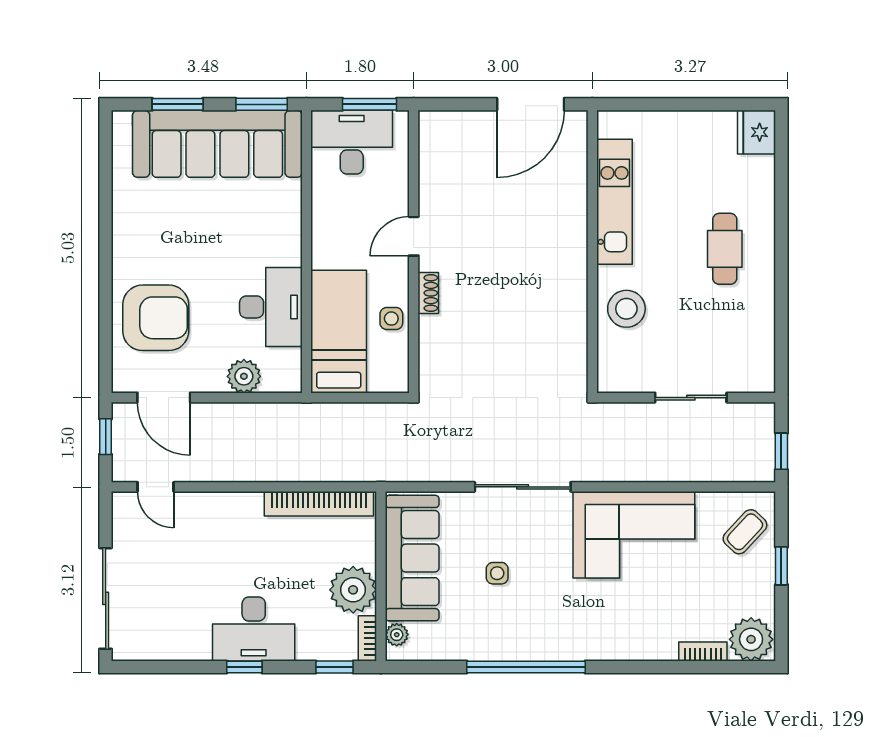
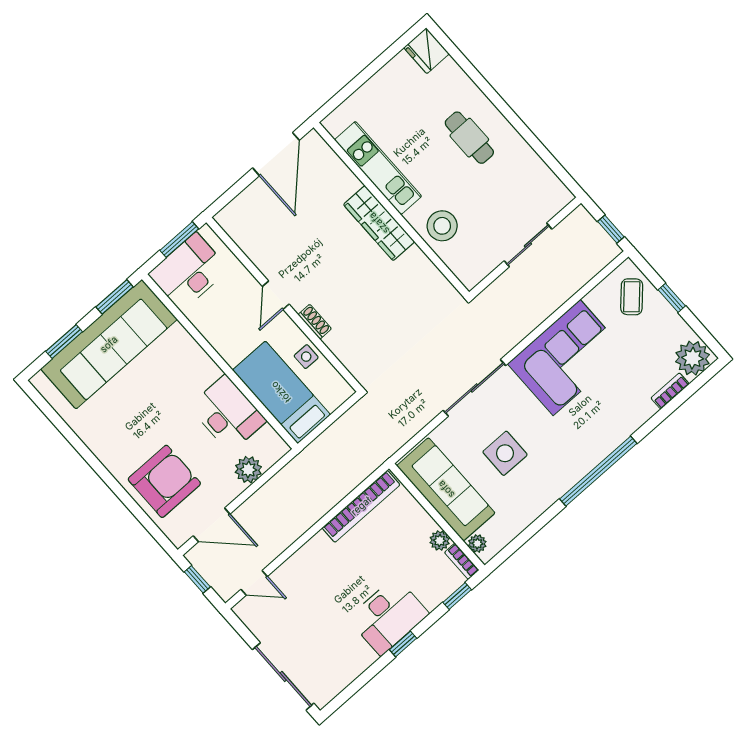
wardrobe: (570, 254) -> (379, 223), added
side table: (497, 573) -> (505, 453), width x1.87, depth x1.87
plant: (353, 590) -> (440, 541), width x0.53, depth x0.53
window: (526, 667) -> (598, 471), moved

